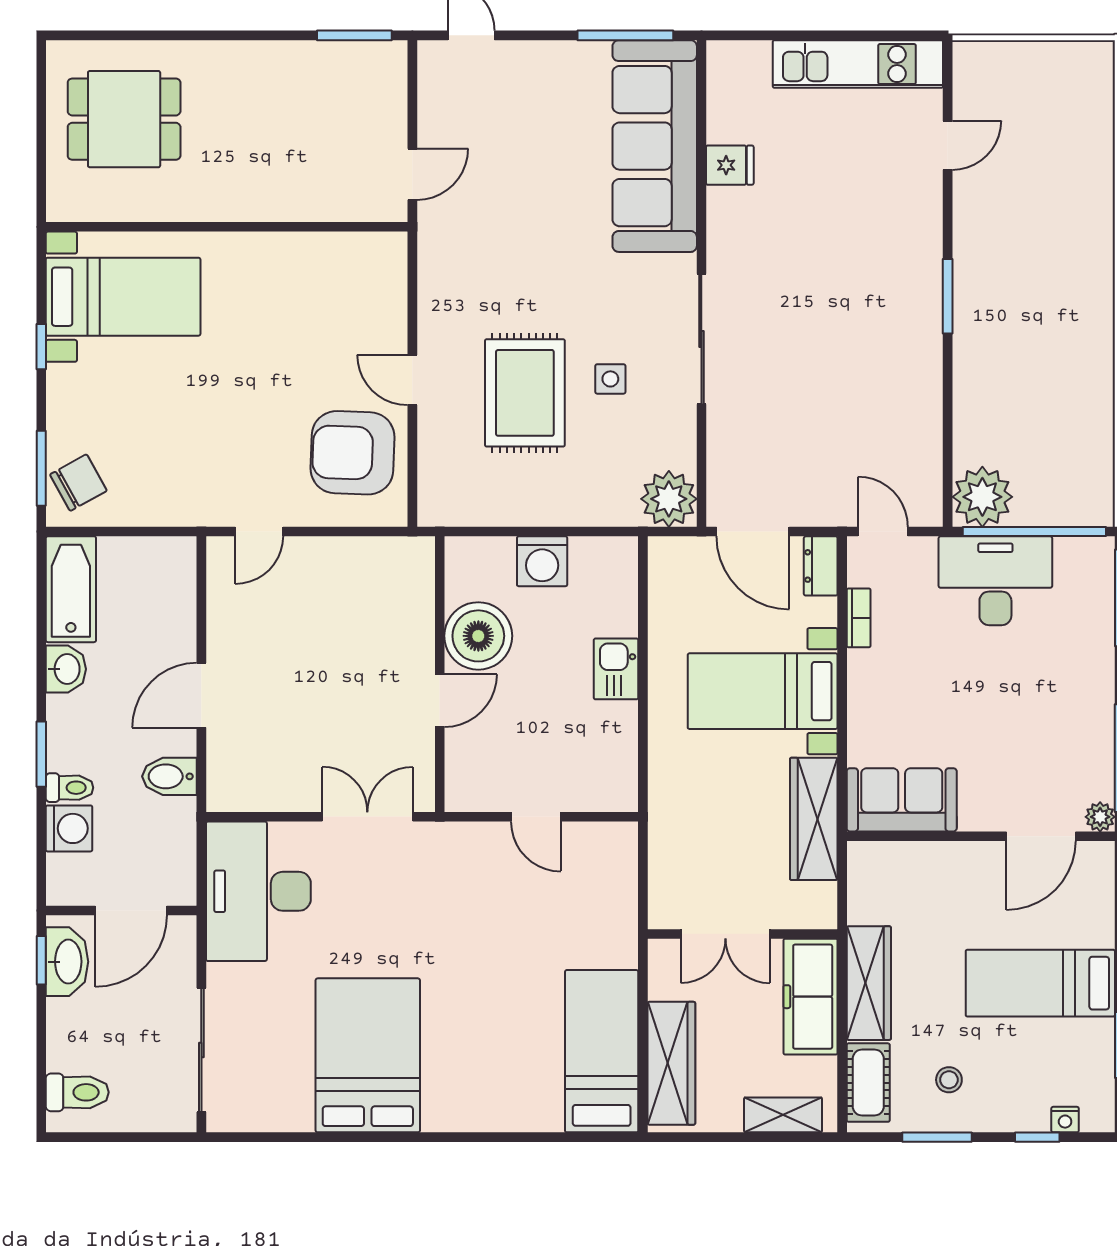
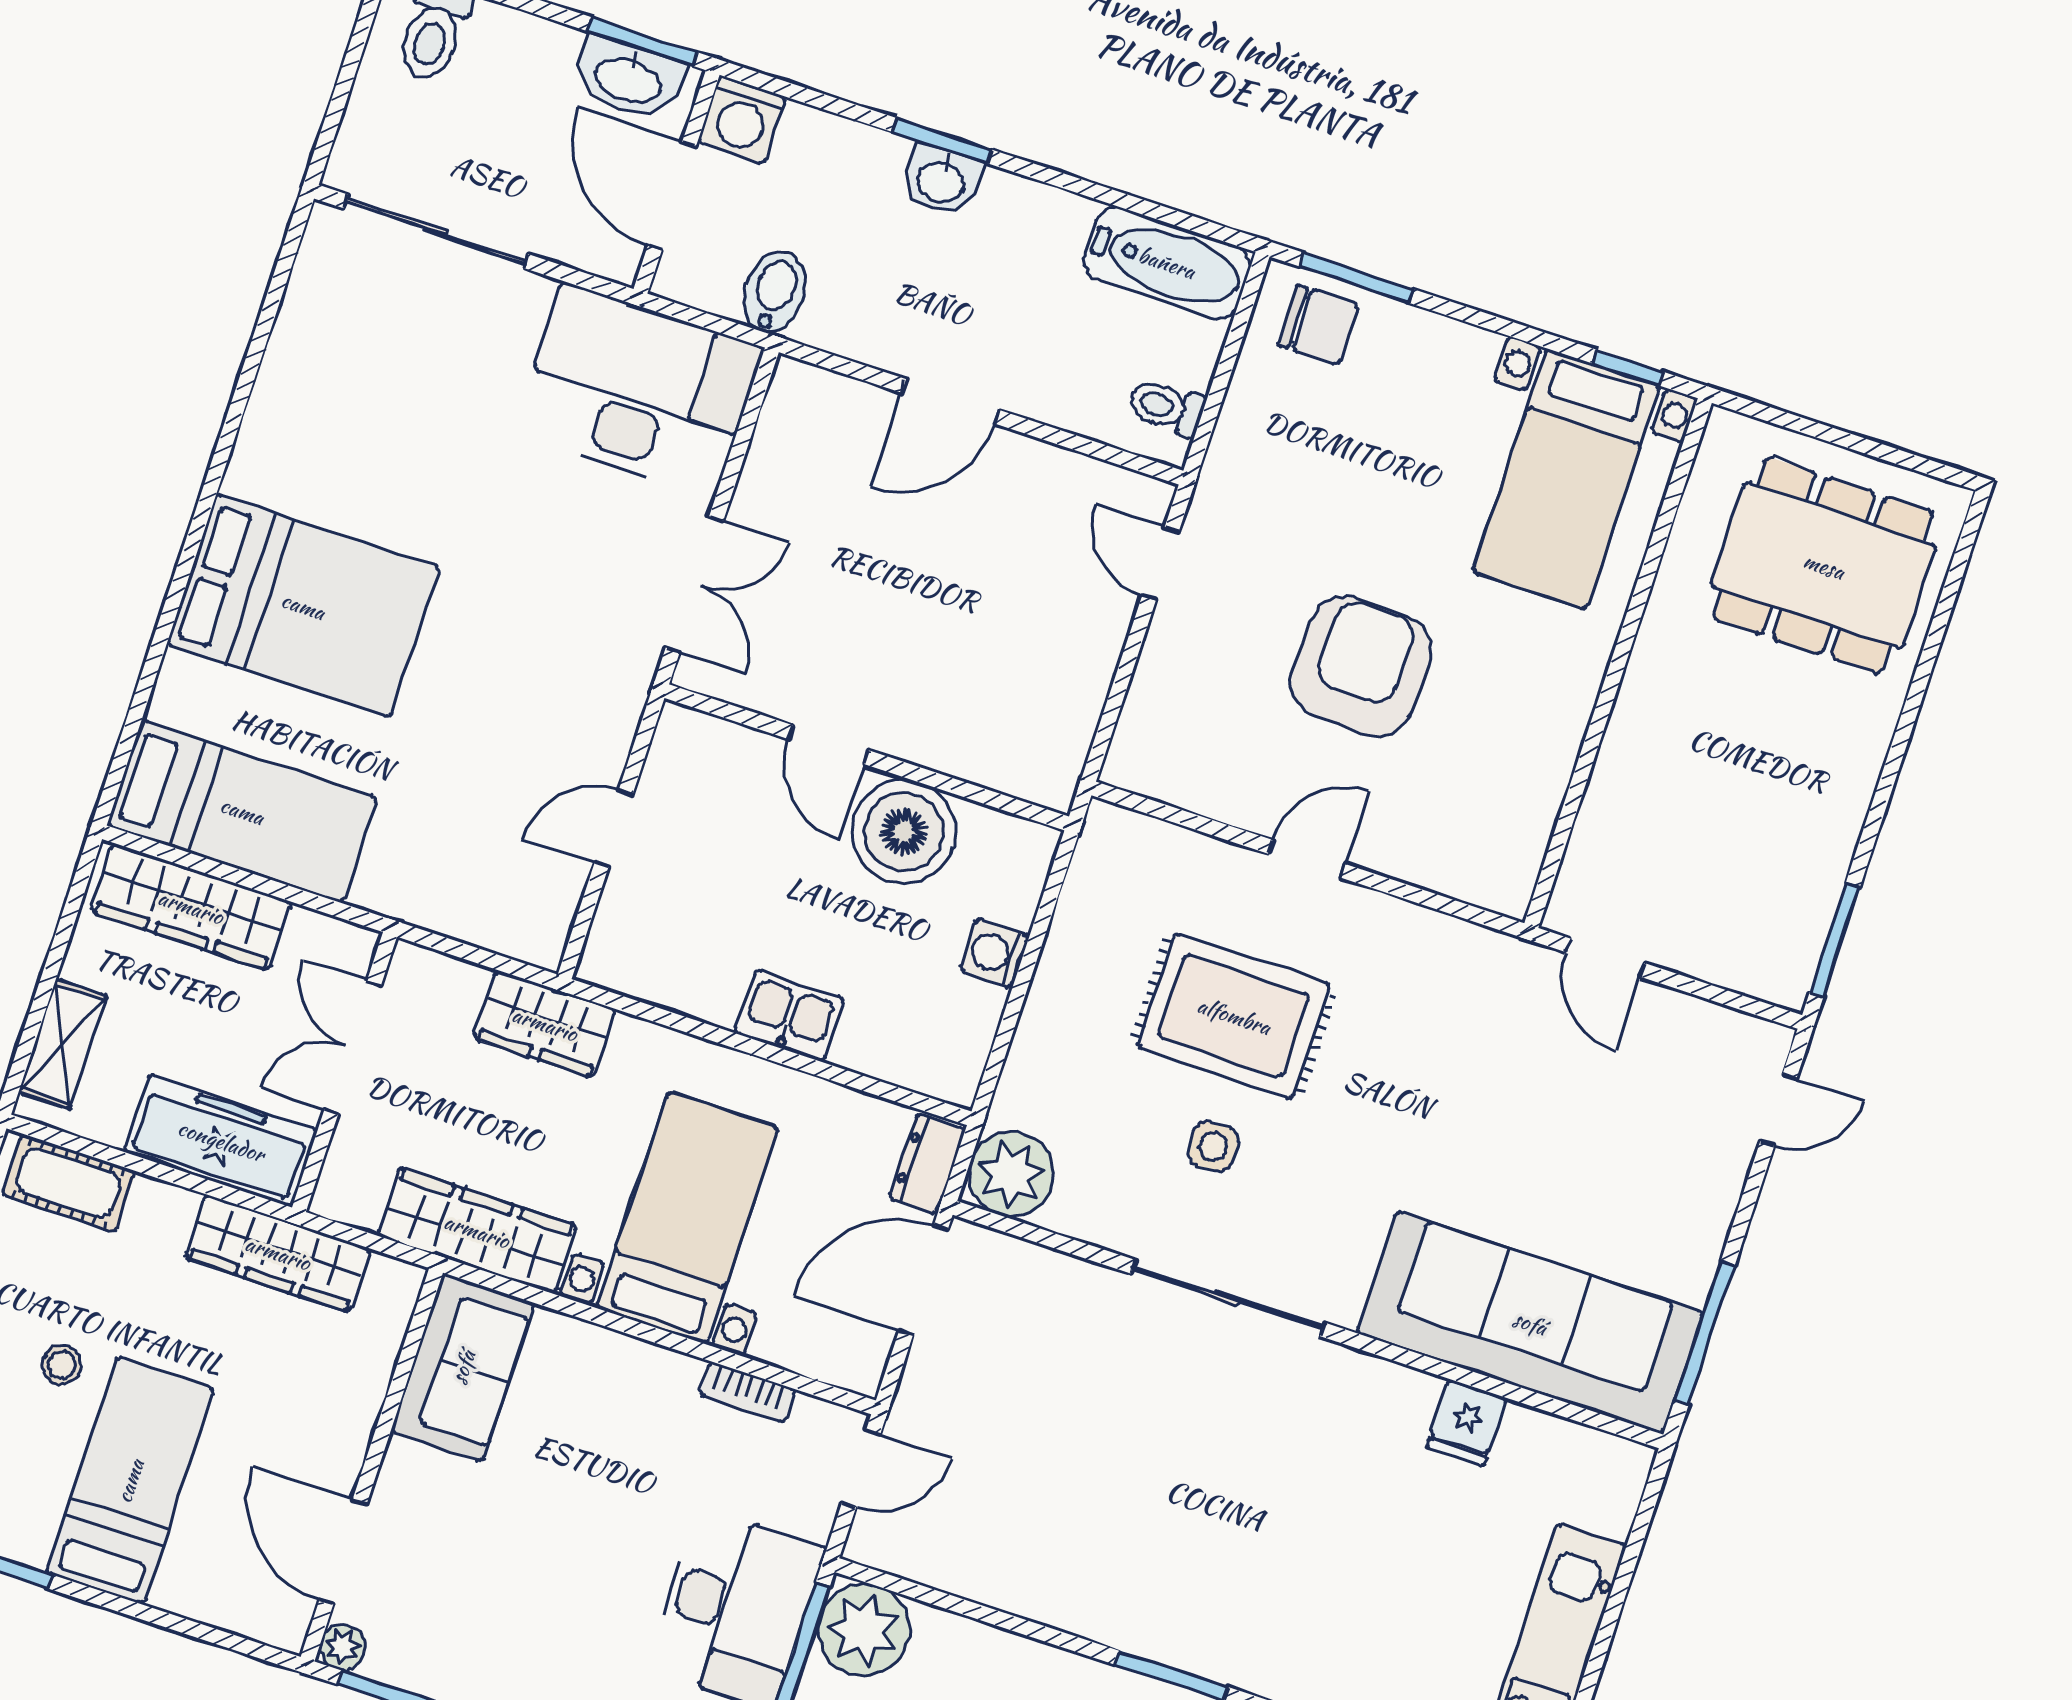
dining table: (124, 119) -> (1824, 566), width x1.38
window: (41, 347) -> (1627, 367), moved
armchair: (352, 453) -> (1361, 666), moved
chair: (78, 483) -> (1318, 325), turned -61
washing machine: (542, 561) -> (995, 953), width x0.73, depth x0.73
dresser: (821, 566) -> (927, 1164), moved, turned -90
washbasin: (66, 669) -> (941, 180), moved
door: (201, 695) -> (951, 401), swing flipped
bidet: (169, 776) -> (775, 292), moved
toilet: (70, 788) -> (1166, 407), moved, turned 90
wardrobe: (671, 819) -> (545, 1024), added
washing machine: (69, 828) -> (742, 119), moved
window: (41, 960) -> (643, 42), width x1.50
wardrobe: (869, 983) -> (278, 1253), moved
bed: (368, 1055) -> (303, 606), moved
stool: (949, 1080) -> (62, 1365), moved

